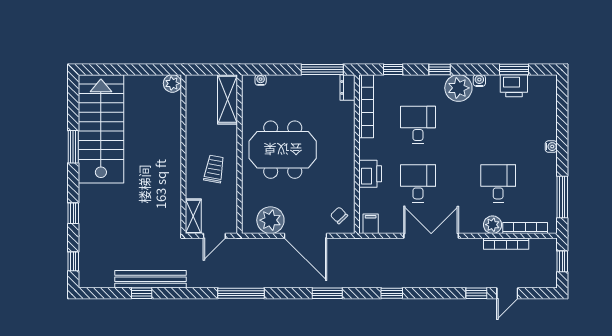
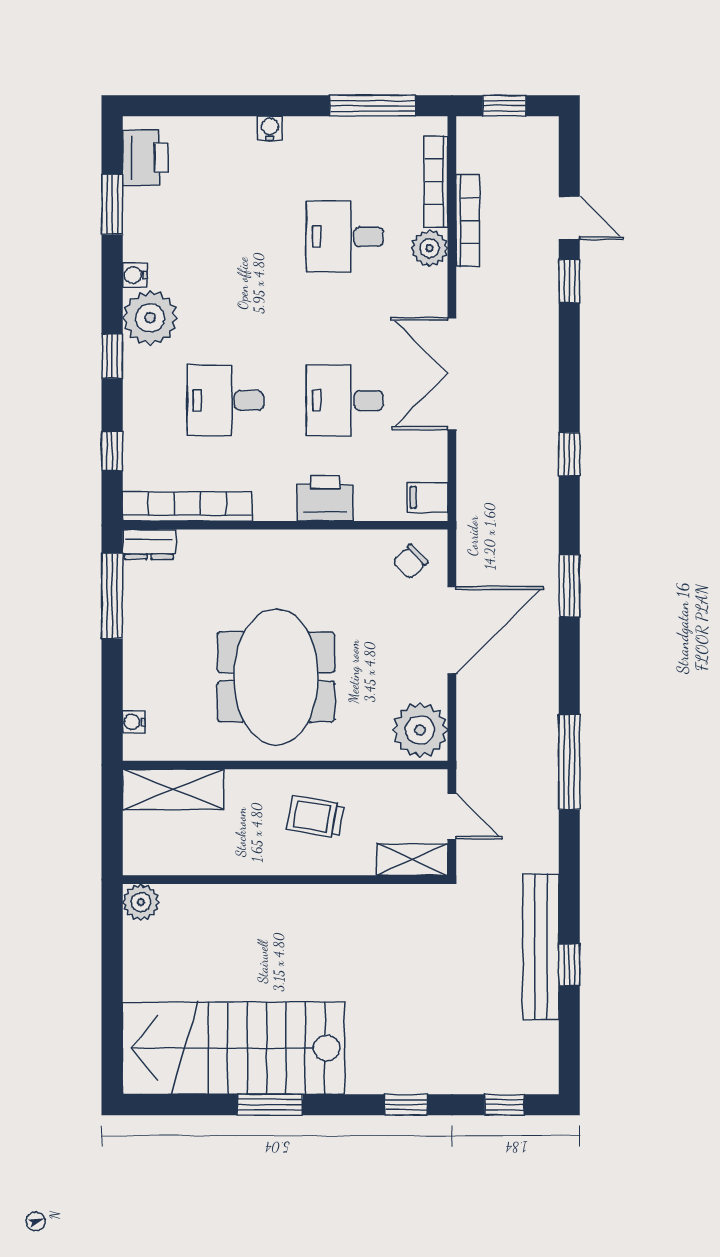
printer: (514, 86) -> (145, 158), moved
plant: (270, 220) -> (420, 730), moved

